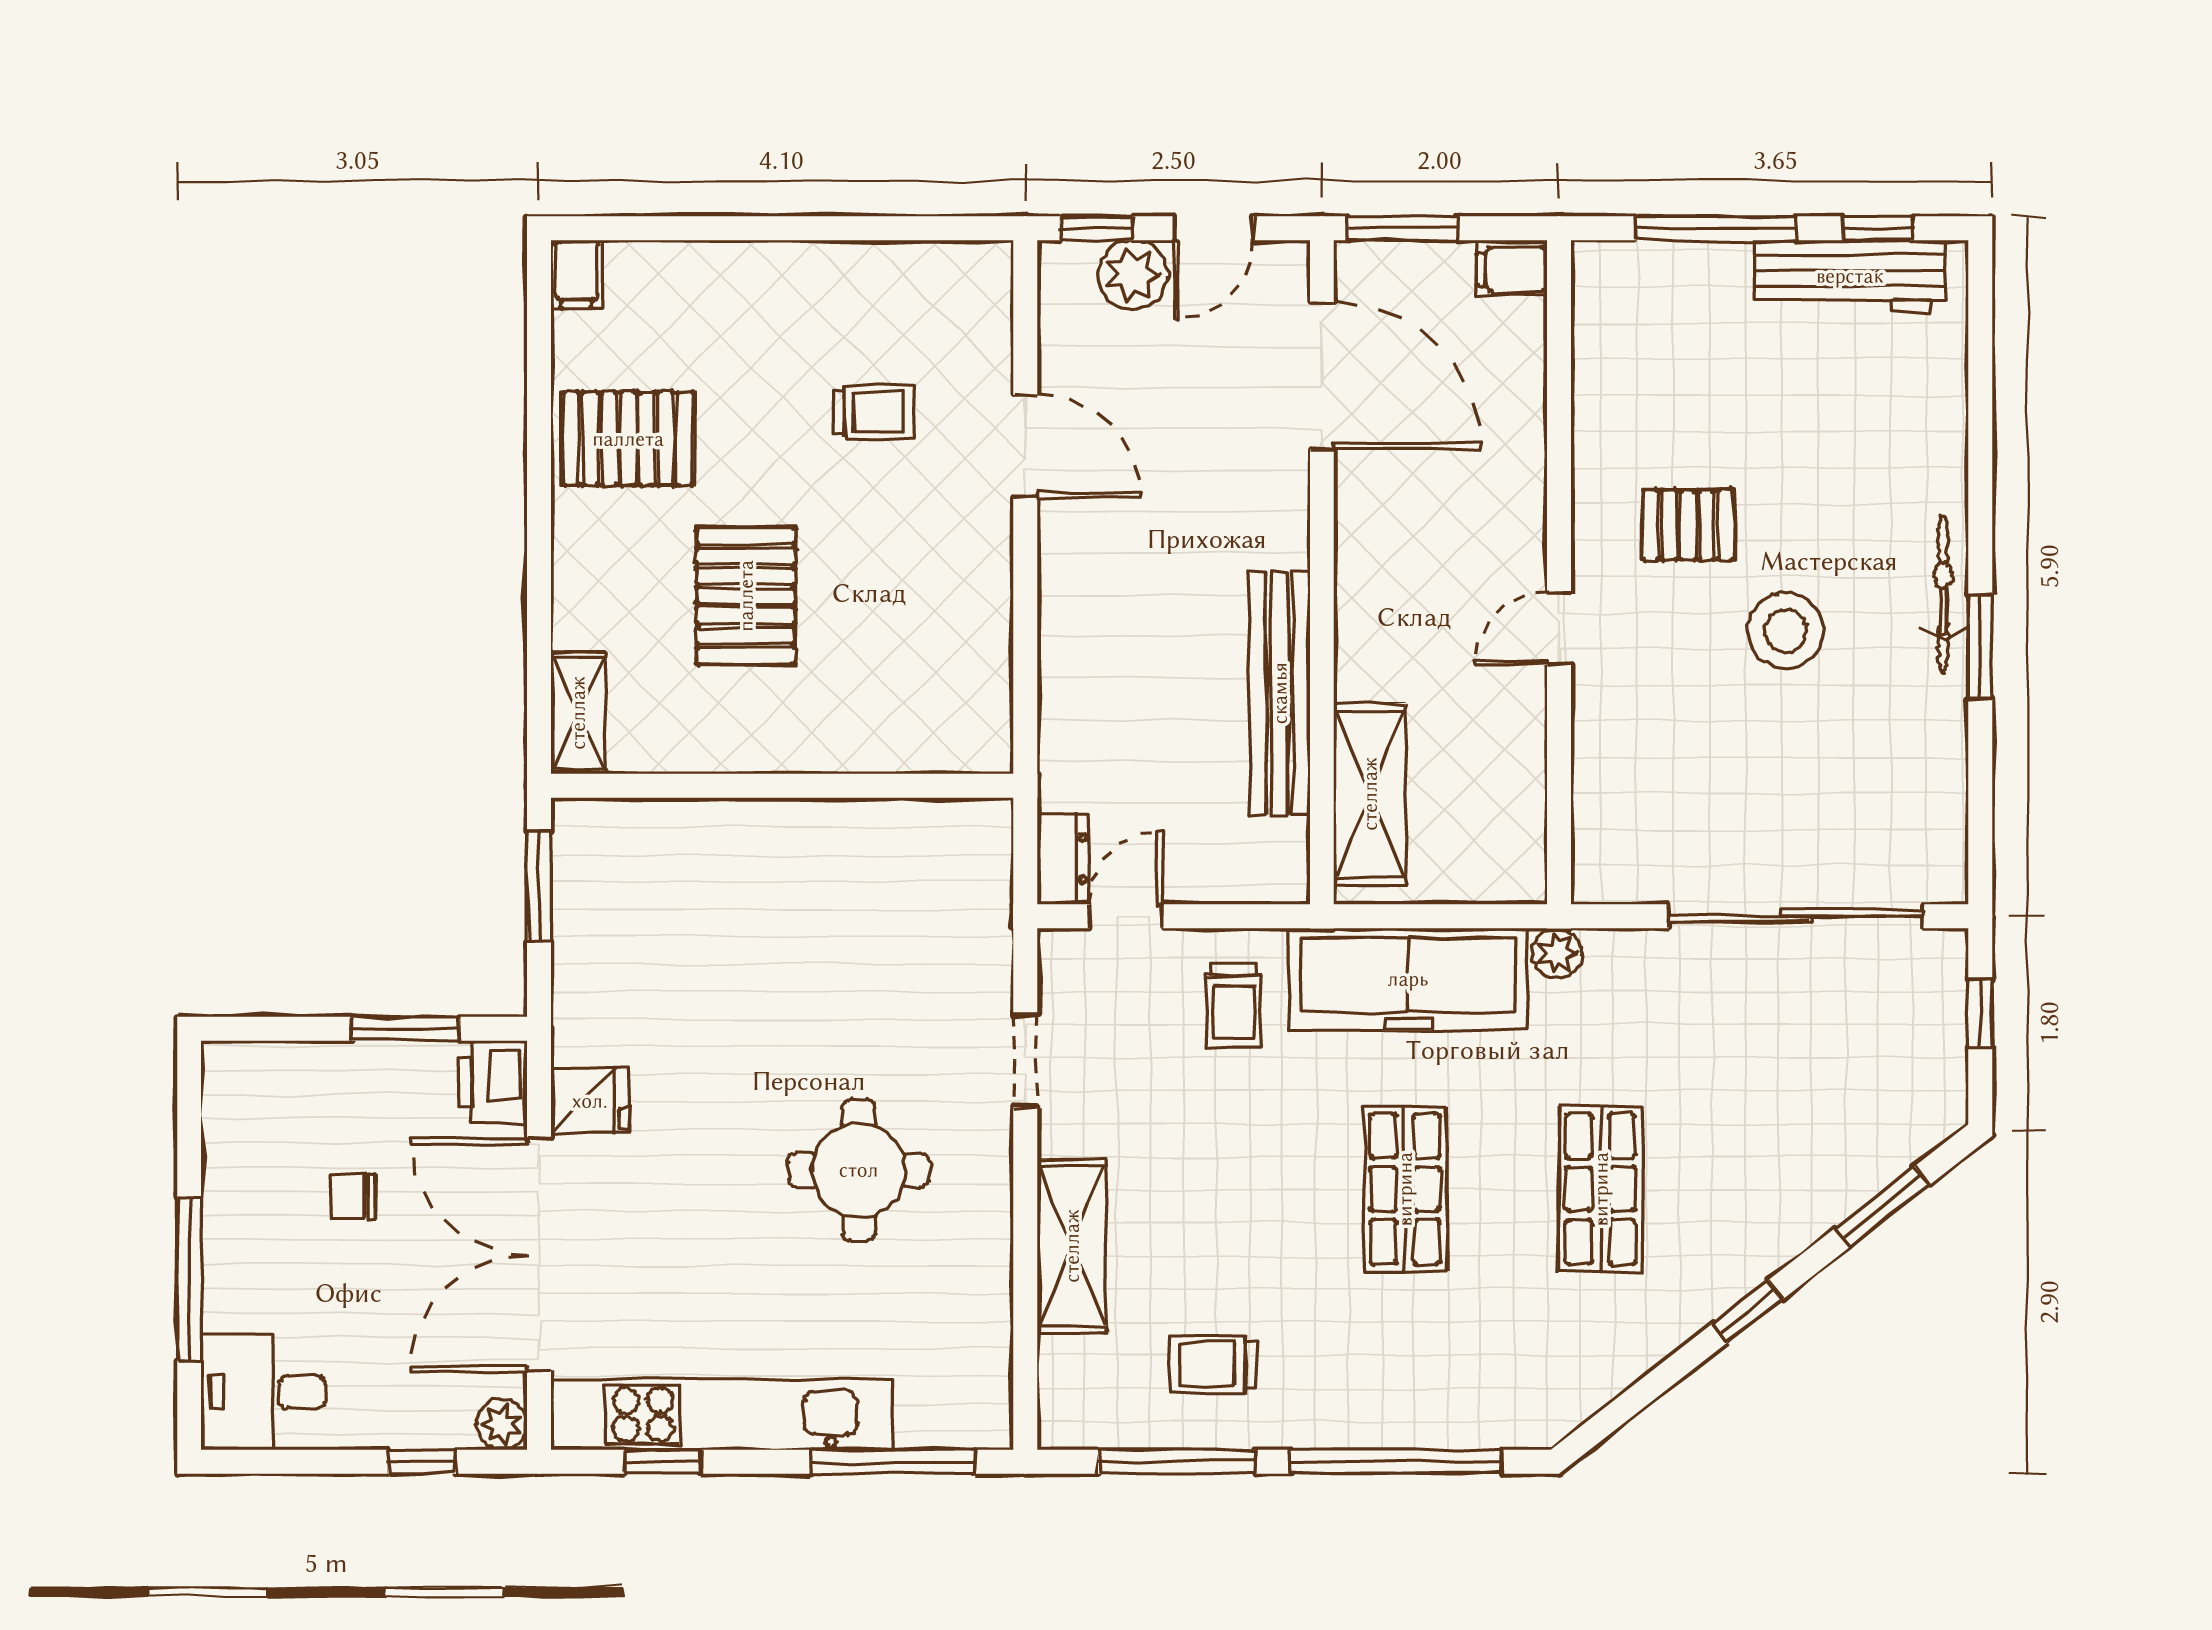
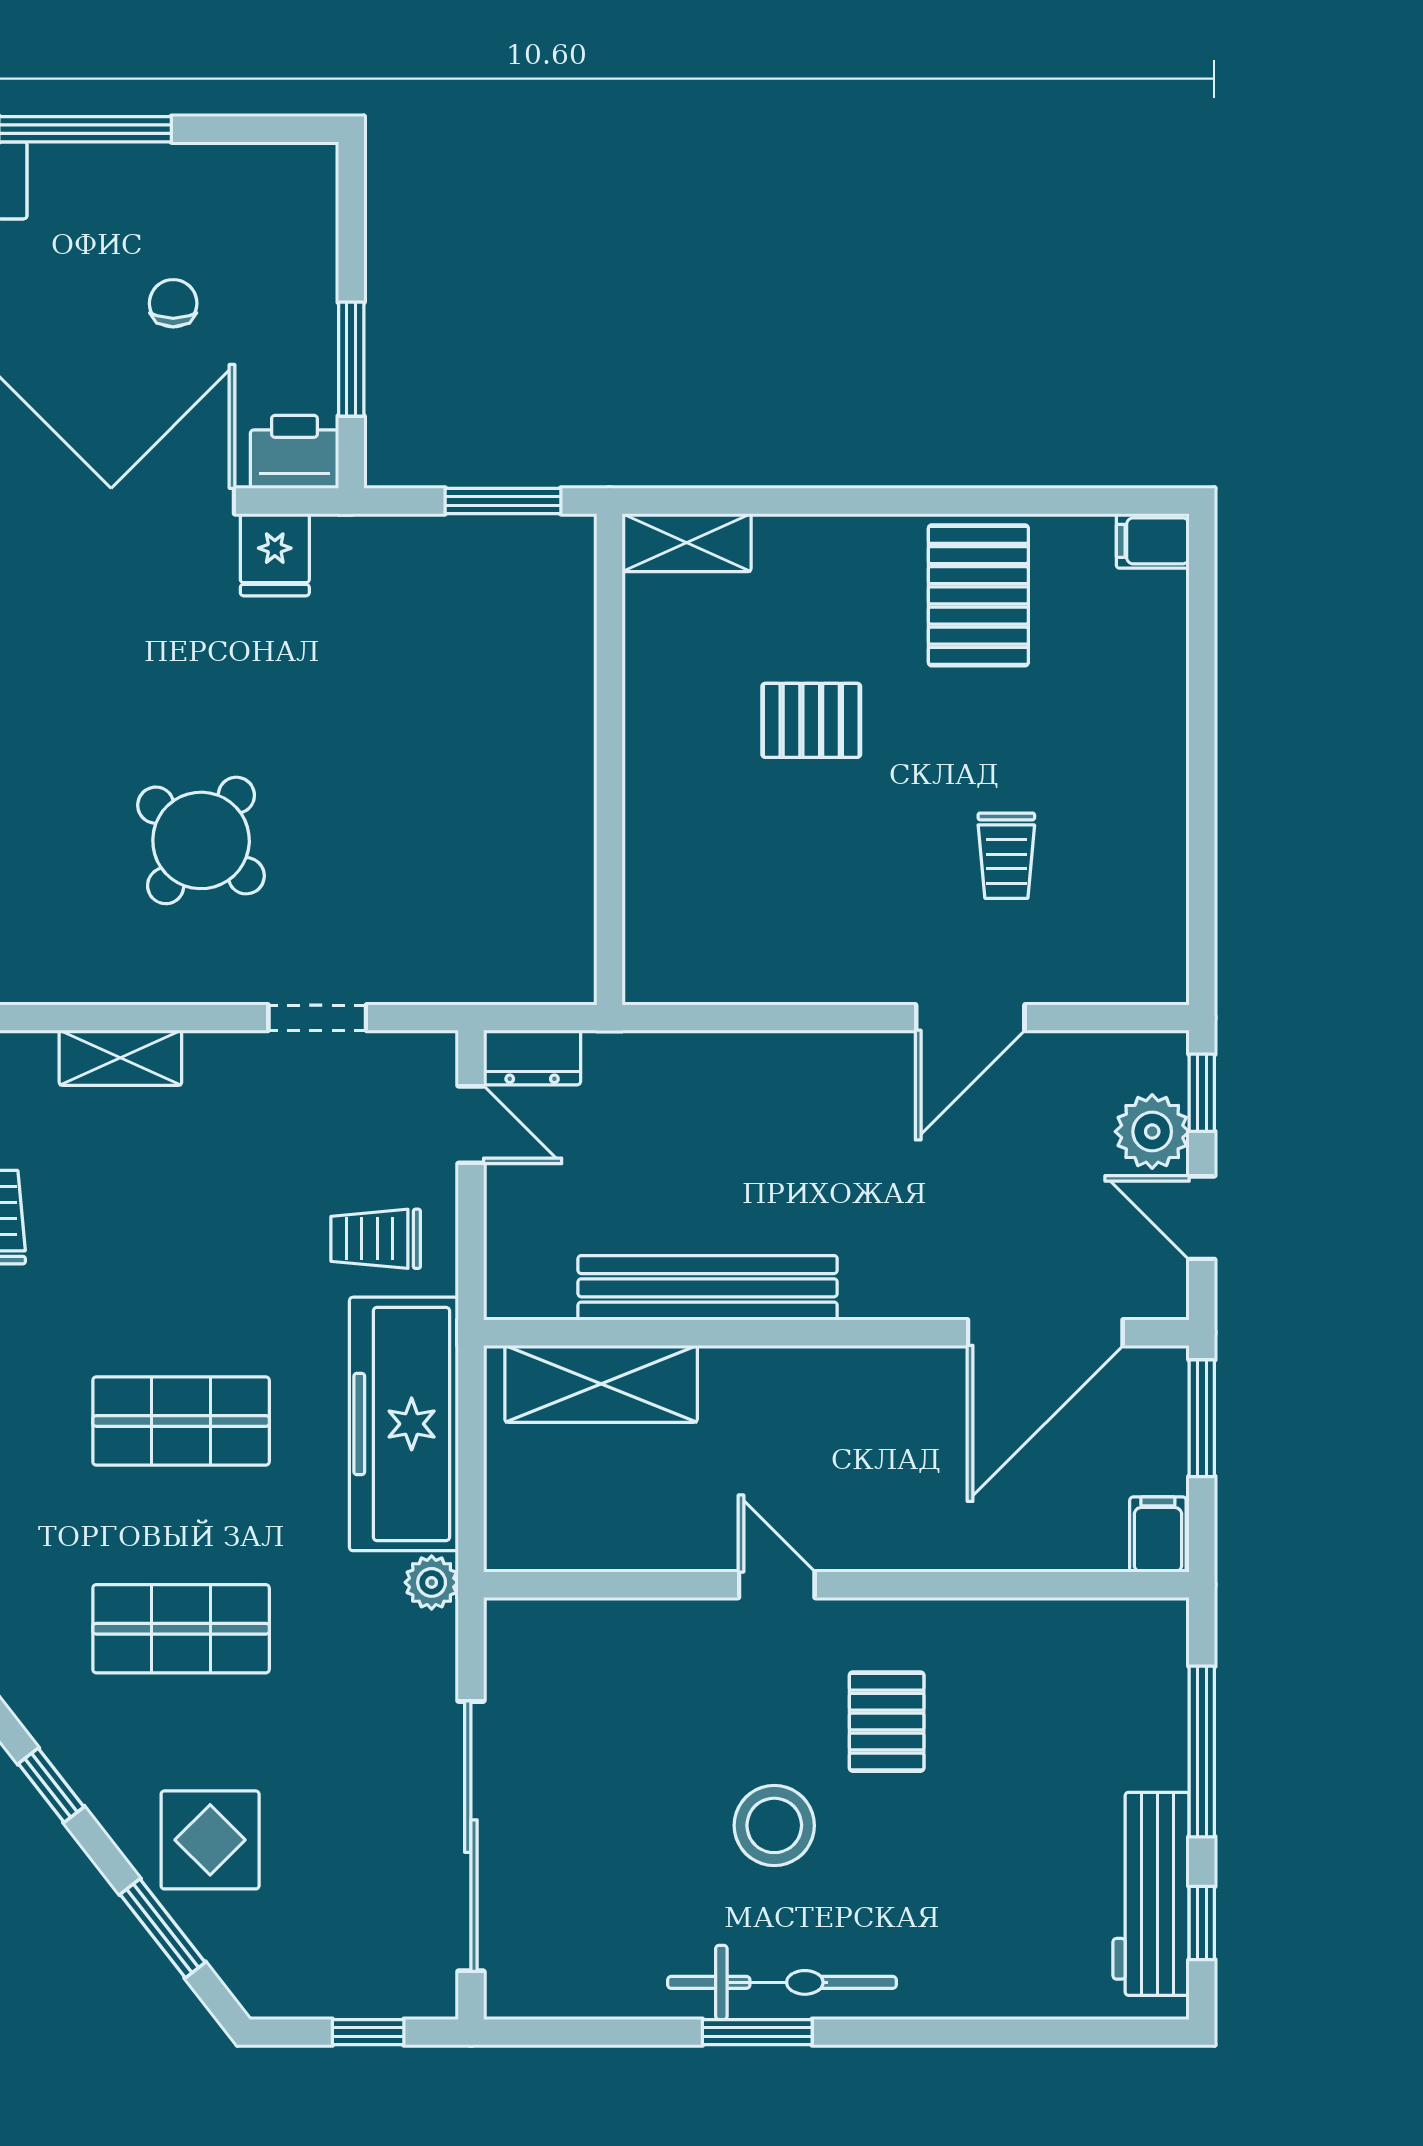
bicycle: (1943, 595) -> (782, 1982), width x1.37, depth x1.40
pallet: (746, 596) -> (811, 720), width x0.67, depth x0.71
display table: (1799, 1162) -> (210, 1840), added
round table: (859, 1170) -> (201, 840), turned 38
shelving: (1072, 1246) -> (120, 1058), width x0.67, depth x0.75

